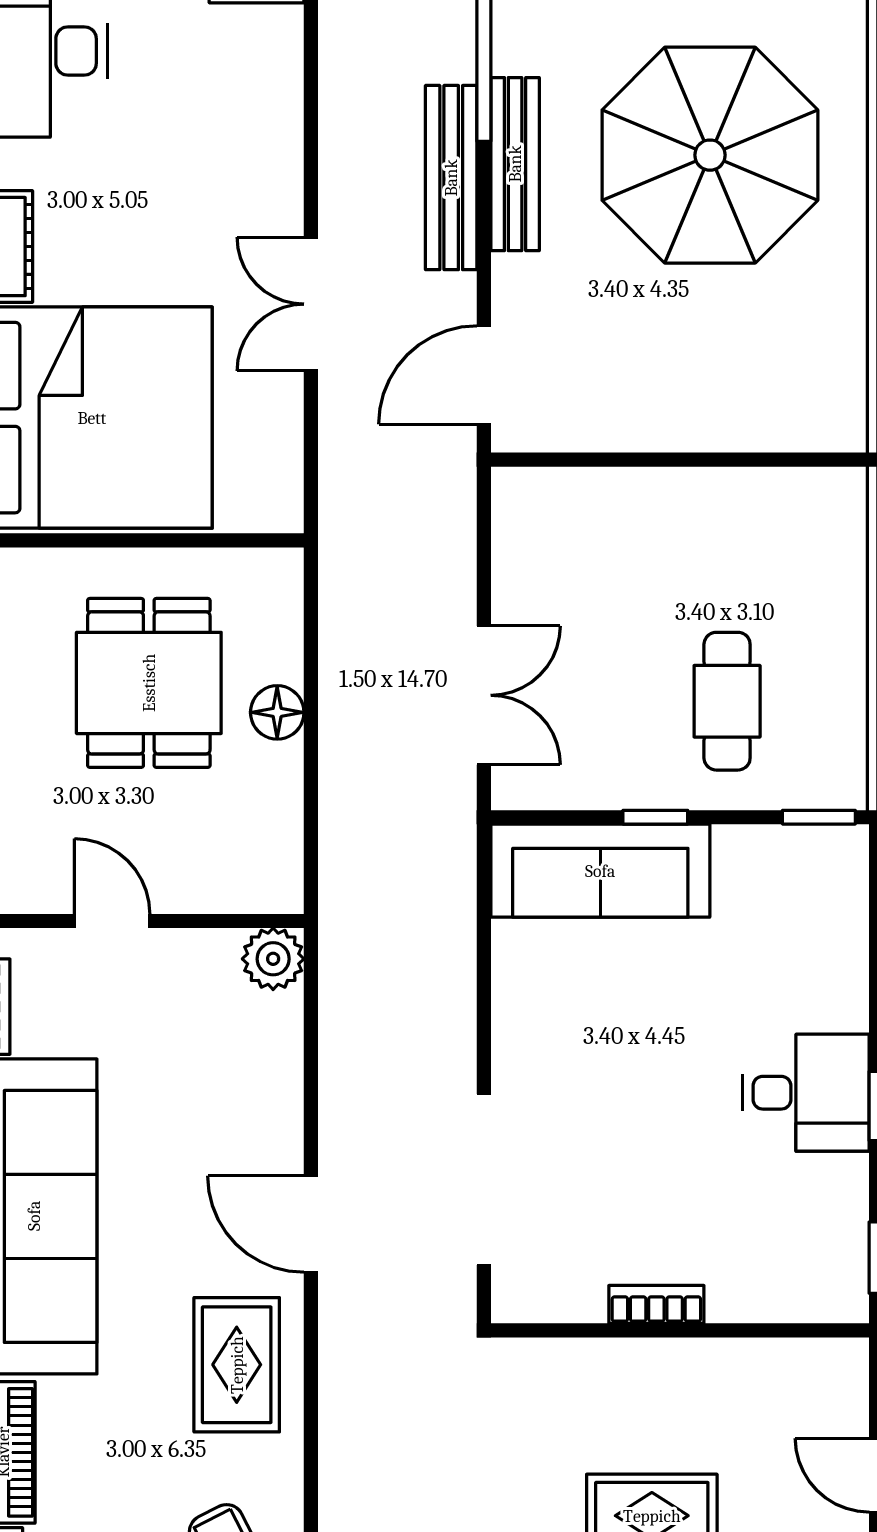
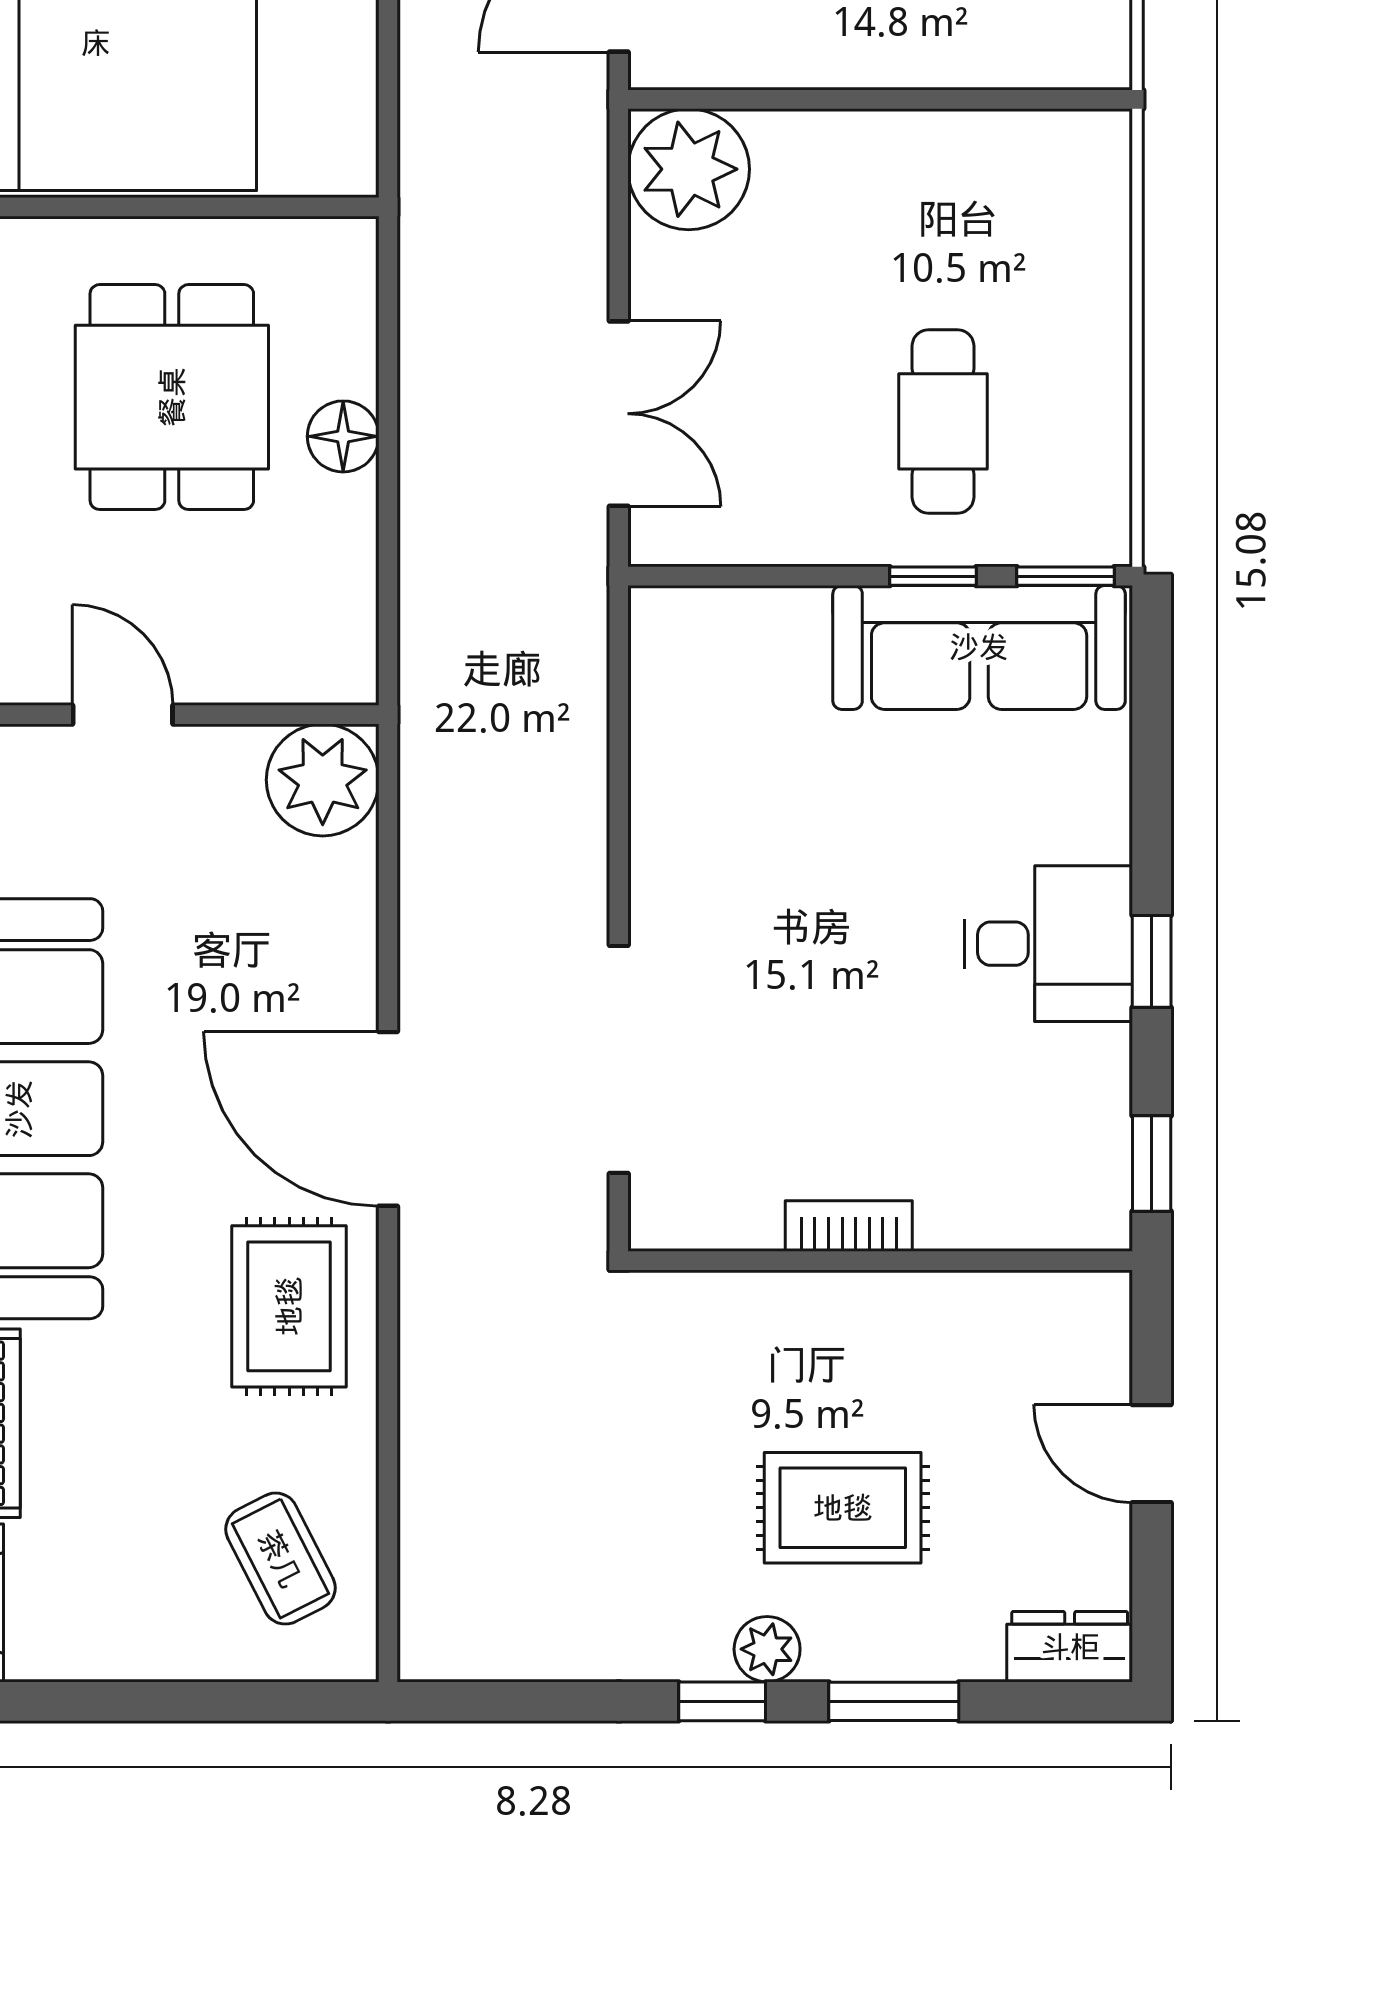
plant: (536, 512) -> (689, 169), added
window: (655, 817) -> (933, 576), moved
sofa: (600, 871) -> (979, 647), moved
plant: (273, 959) -> (323, 780), width x1.36, depth x1.36
door: (311, 1224) -> (388, 1119), width x1.36

